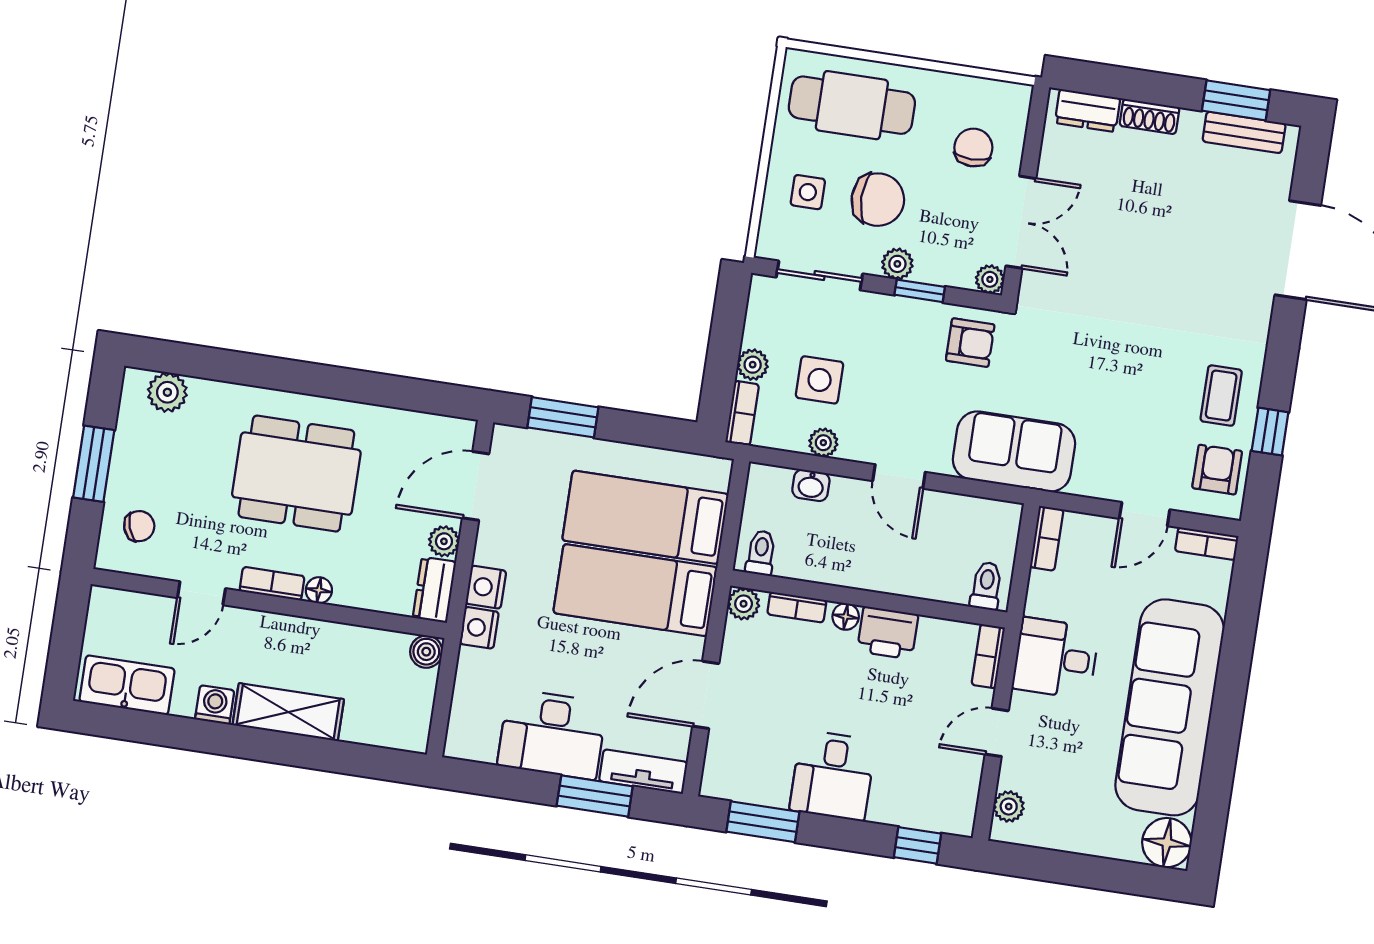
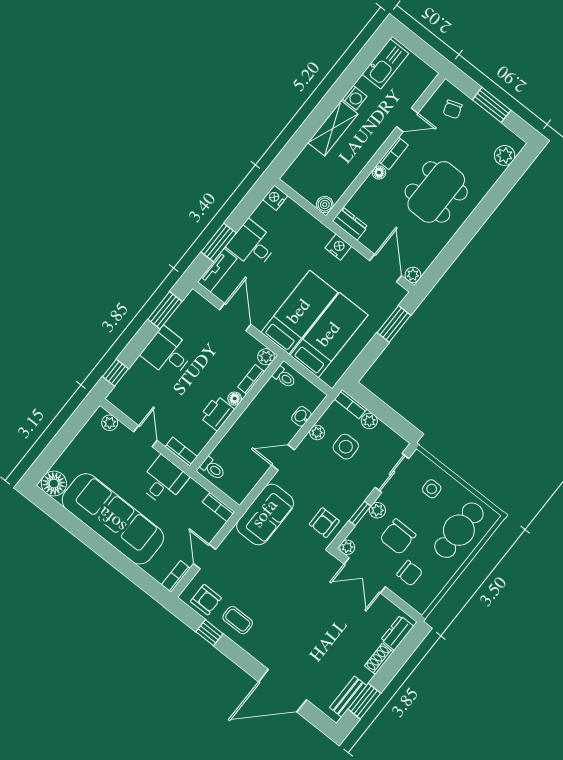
chair: (878, 200) -> (398, 537), moved
plant: (444, 541) -> (413, 275), moved
door: (201, 593) -> (407, 120), swing flipped
nightstand: (479, 628) -> (275, 198), moved, turned -90
desk: (552, 734) -> (252, 245), width x0.73

